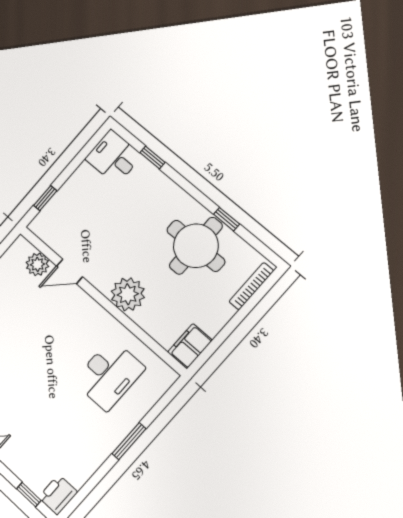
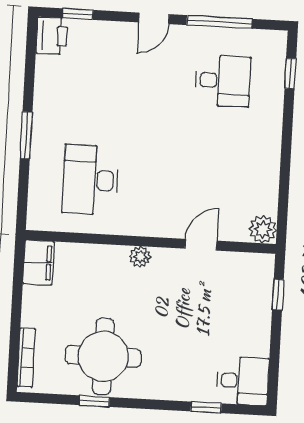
plant: (37, 264) -> (263, 229), moved
plant: (128, 294) -> (140, 257), width x0.53, depth x0.53

